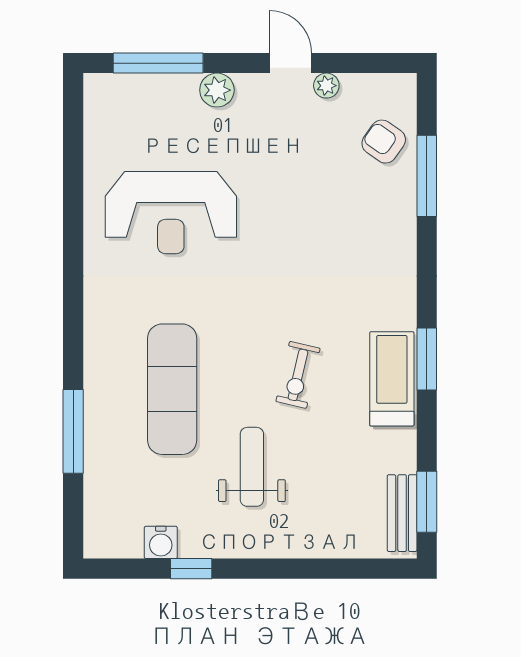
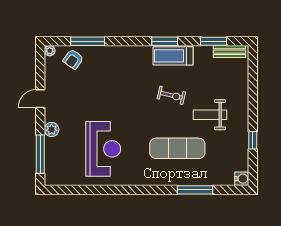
plant: (326, 86) -> (50, 51), moved
window: (427, 502) -> (214, 41), moved
water cooler: (161, 542) -> (242, 179), moved

